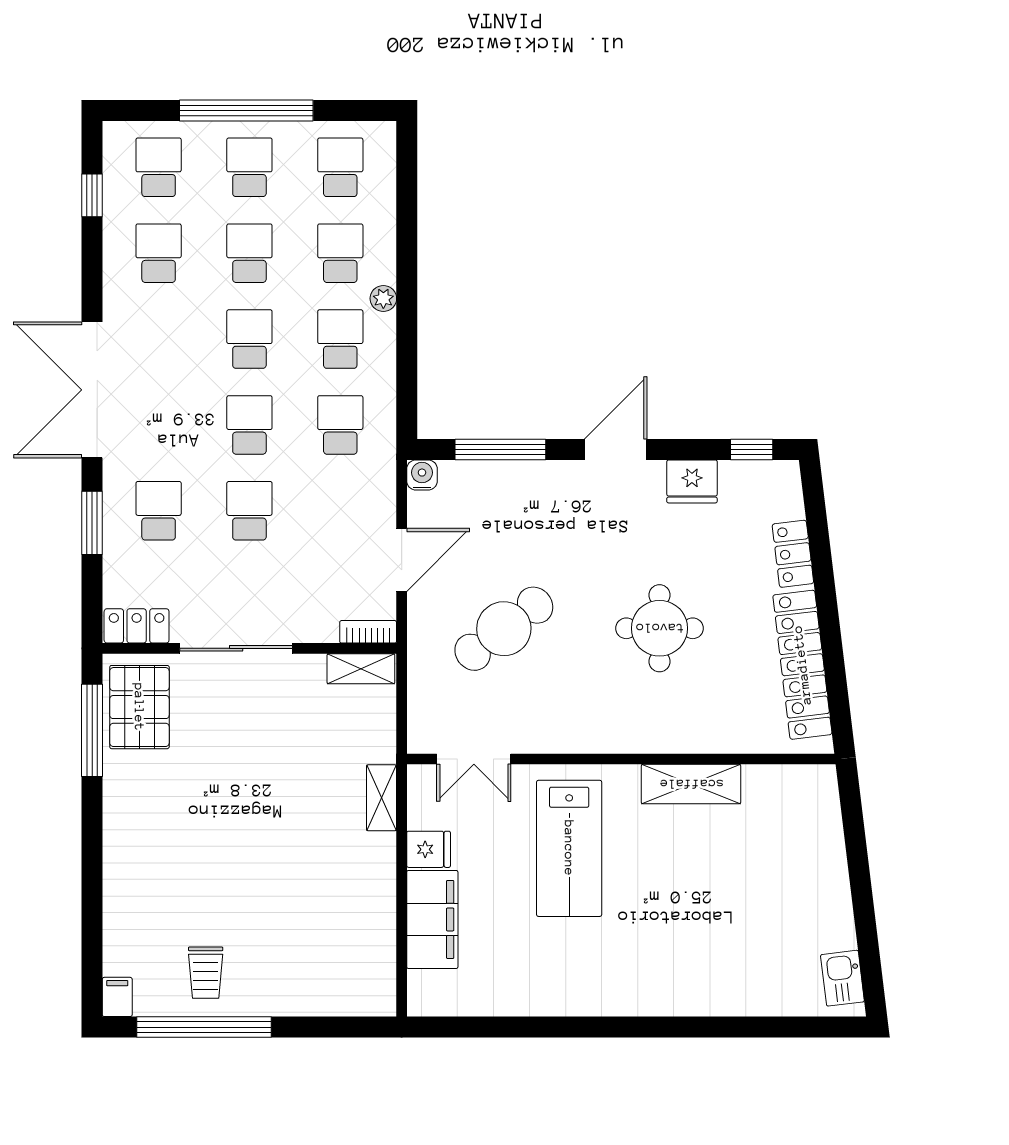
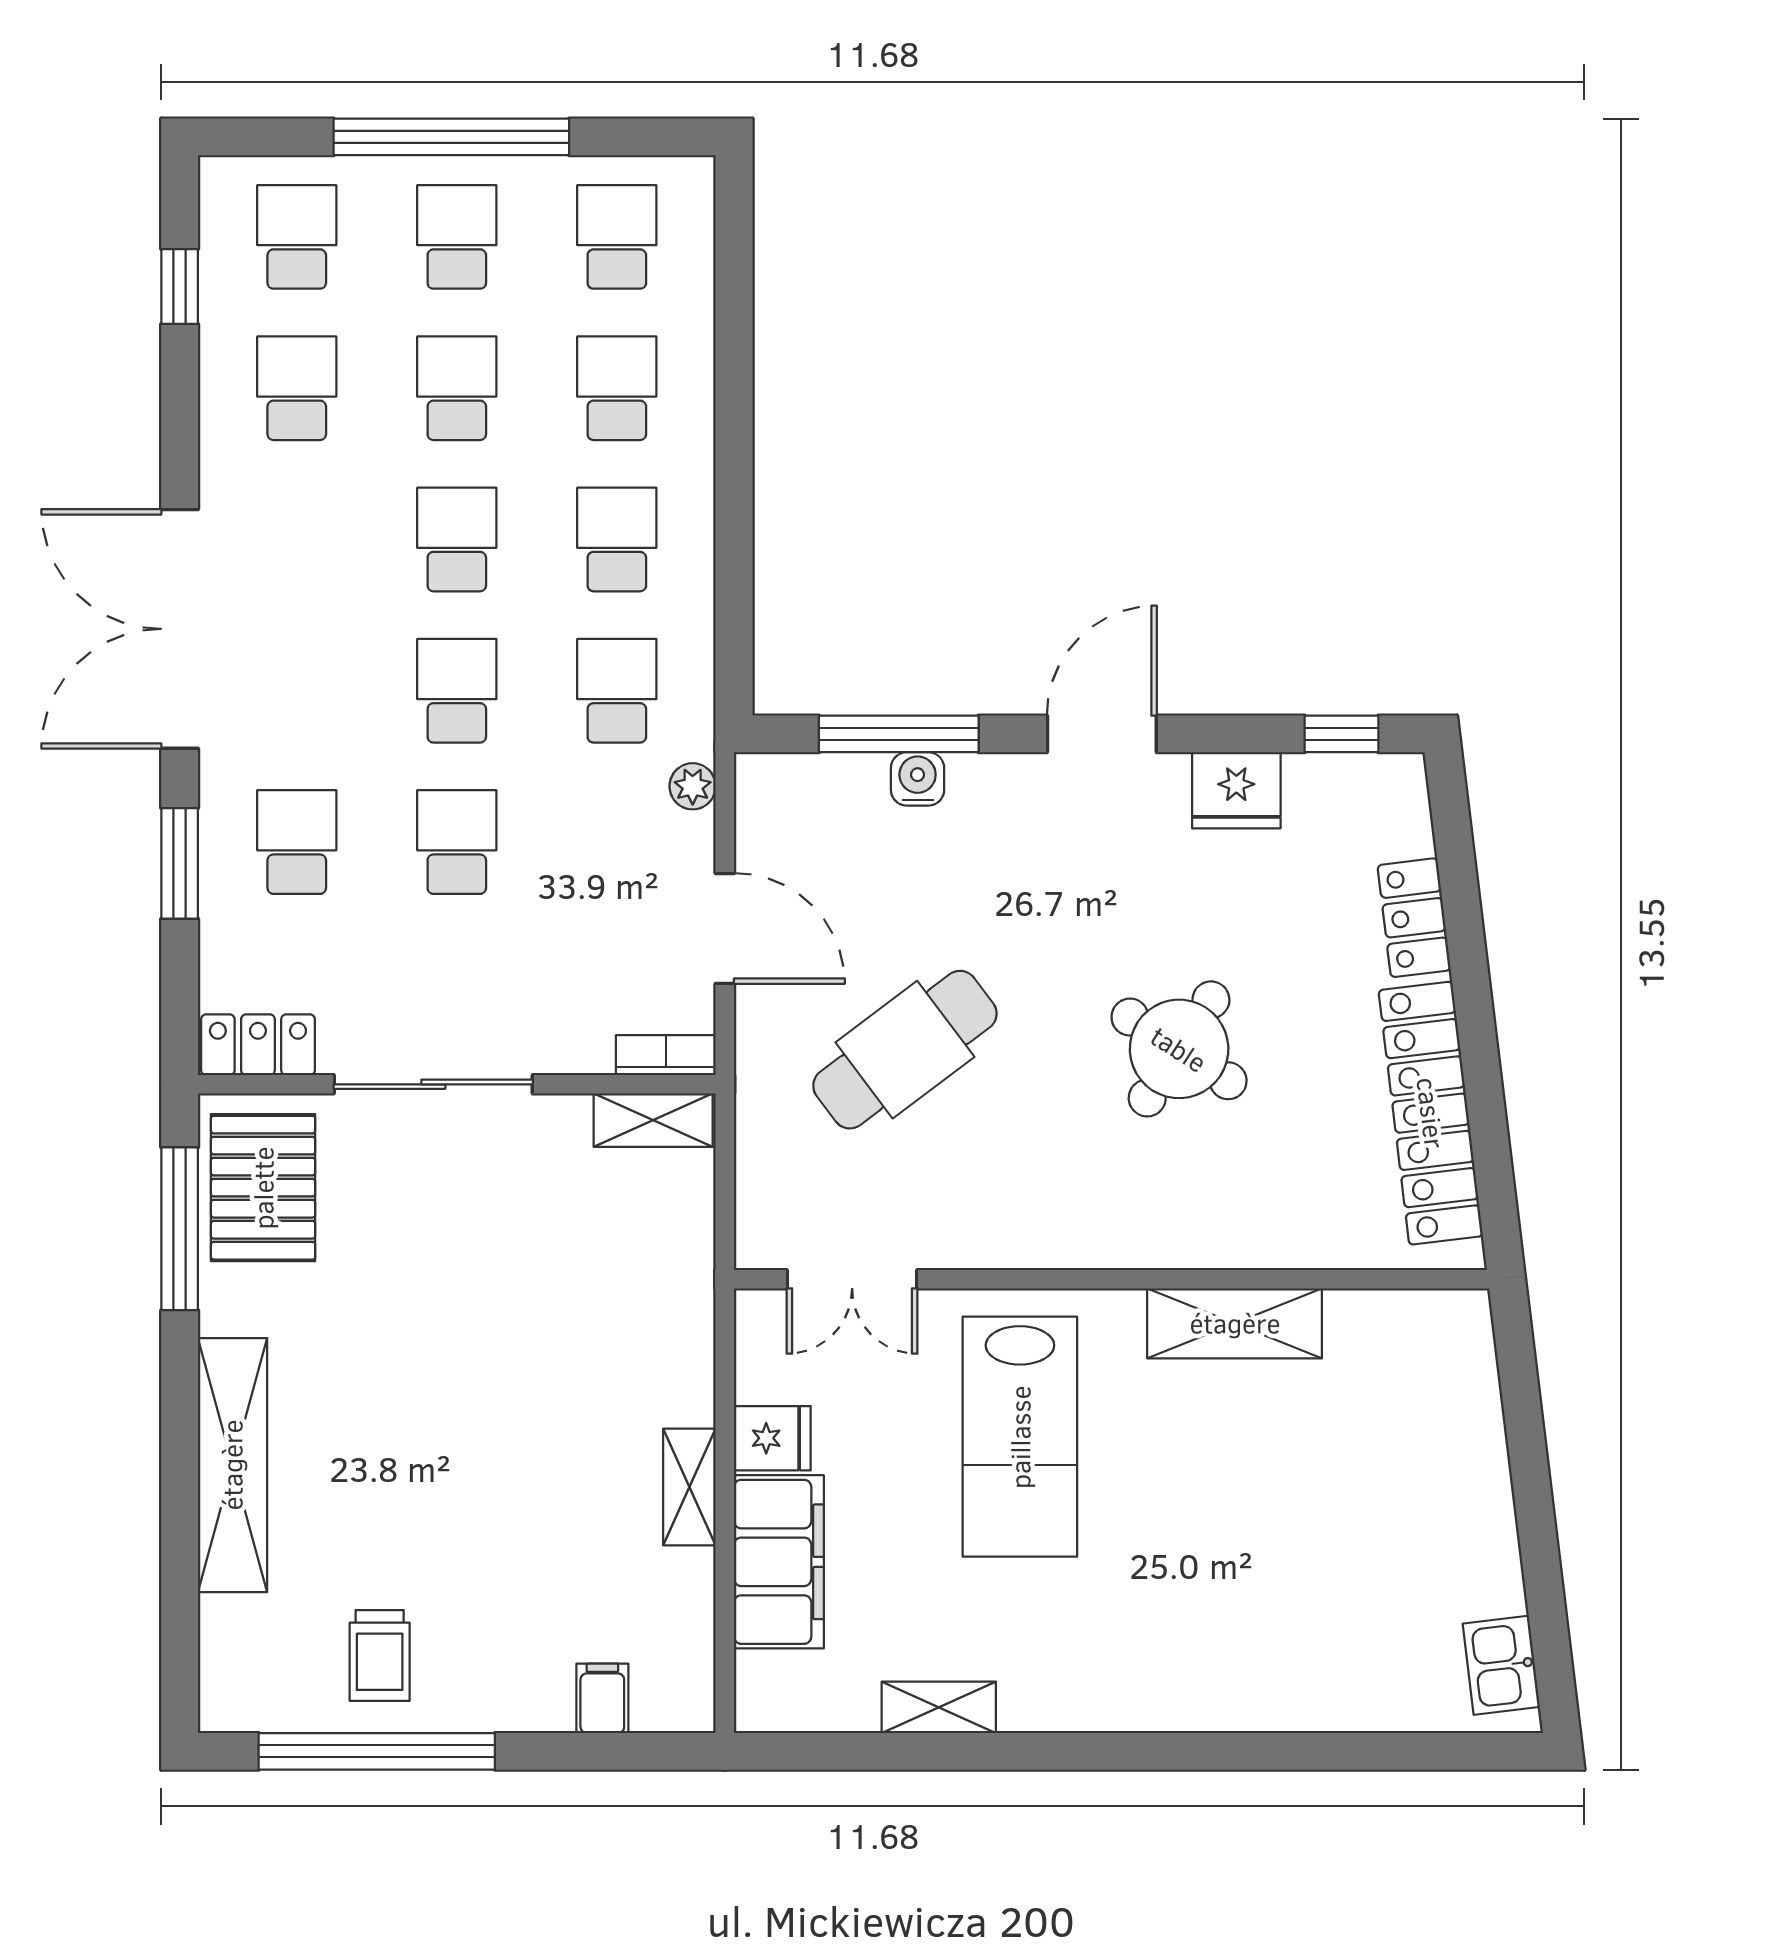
plant: (383, 298) -> (693, 786), moved
water cooler: (422, 475) -> (918, 779), moved
door: (402, 560) -> (725, 928), hinge flipped
round table: (659, 628) -> (1179, 1049), turned 33
shelving: (382, 798) -> (689, 1487), moved
shelving: (122, 865) -> (232, 1465), added
filing cabinet: (117, 997) -> (602, 1698), moved
shelving: (523, 1002) -> (939, 1707), added

